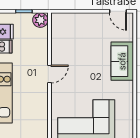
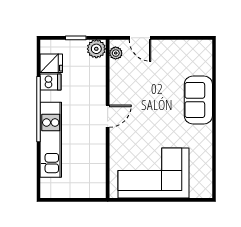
door: (118, 11) -> (140, 38), moved
plant: (56, 23) -> (116, 53), added

